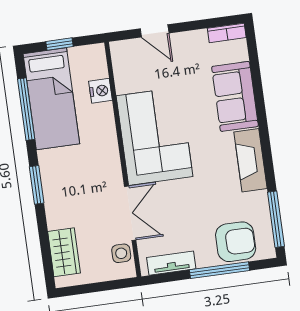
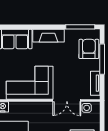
double door: (130, 213) -> (67, 100), swing flipped

